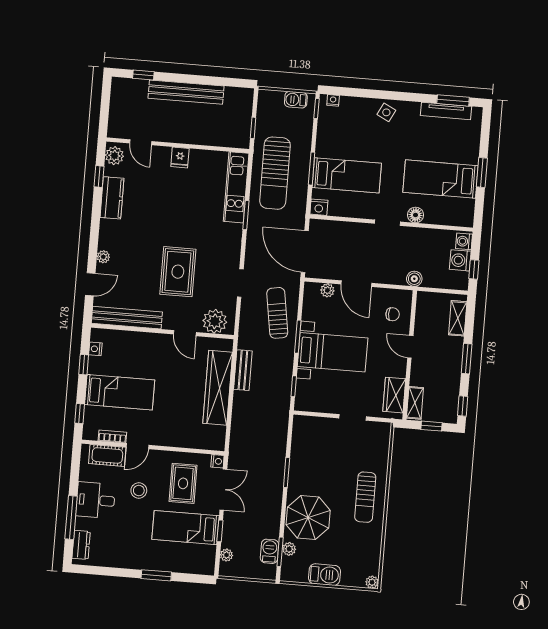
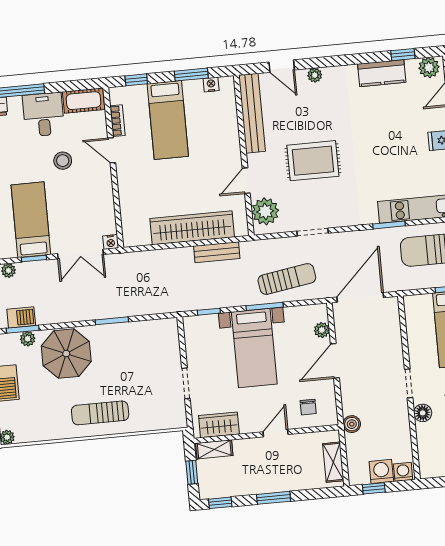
nightstand: (319, 207) -> (412, 304), removed
shelving: (458, 318) -> (333, 462), moved, turned 90
window: (84, 365) -> (191, 75), width x1.50
cot: (107, 455) -> (84, 101), moved, turned 90
rug: (183, 483) -> (79, 208), removed

